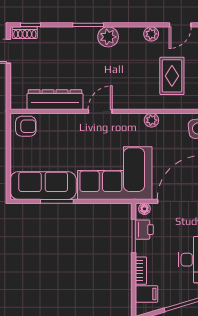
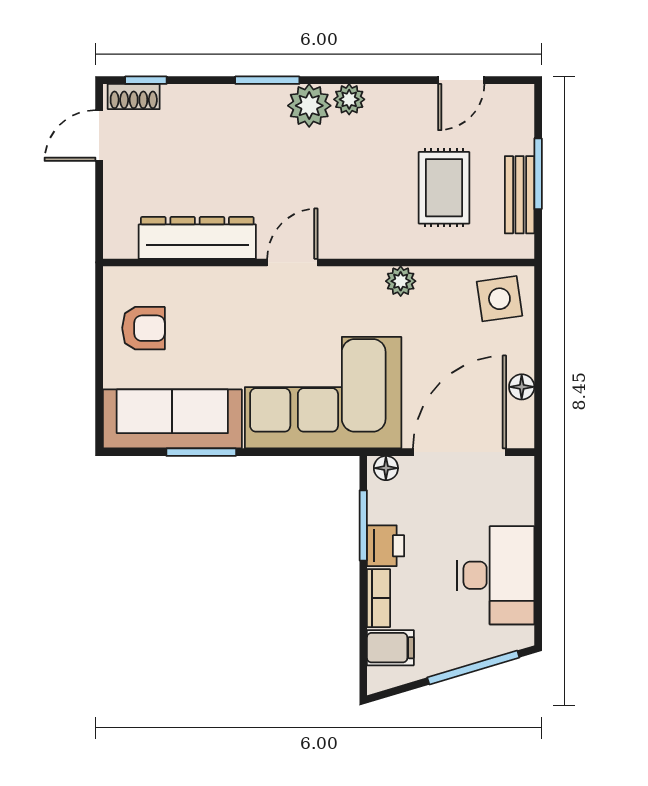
plant: (151, 34) -> (349, 99), moved
armchair: (26, 126) -> (144, 328), moved
printer: (144, 230) -> (386, 546), moved

